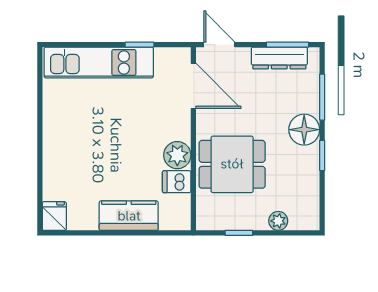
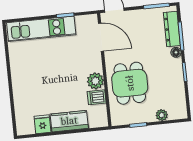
dresser: (279, 58) -> (172, 29), moved, turned 90
floor lamp: (304, 130) -> (176, 52), width x0.53, depth x0.53
dining table: (232, 164) -> (130, 83), turned 90
fridge: (54, 216) -> (42, 124), moved

